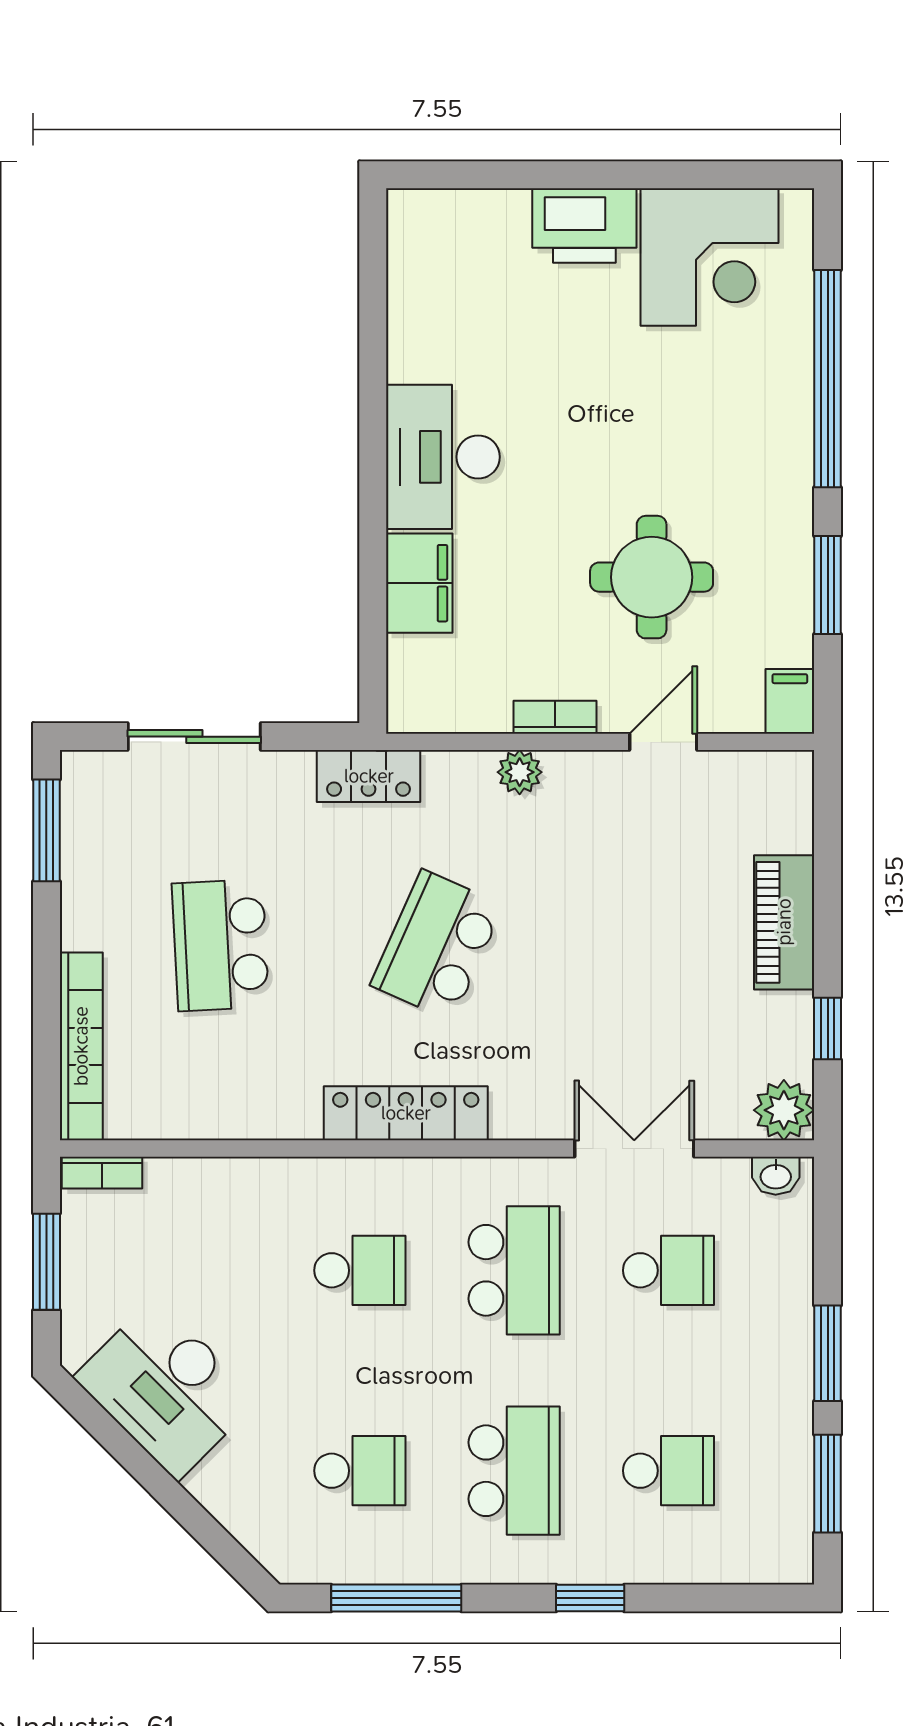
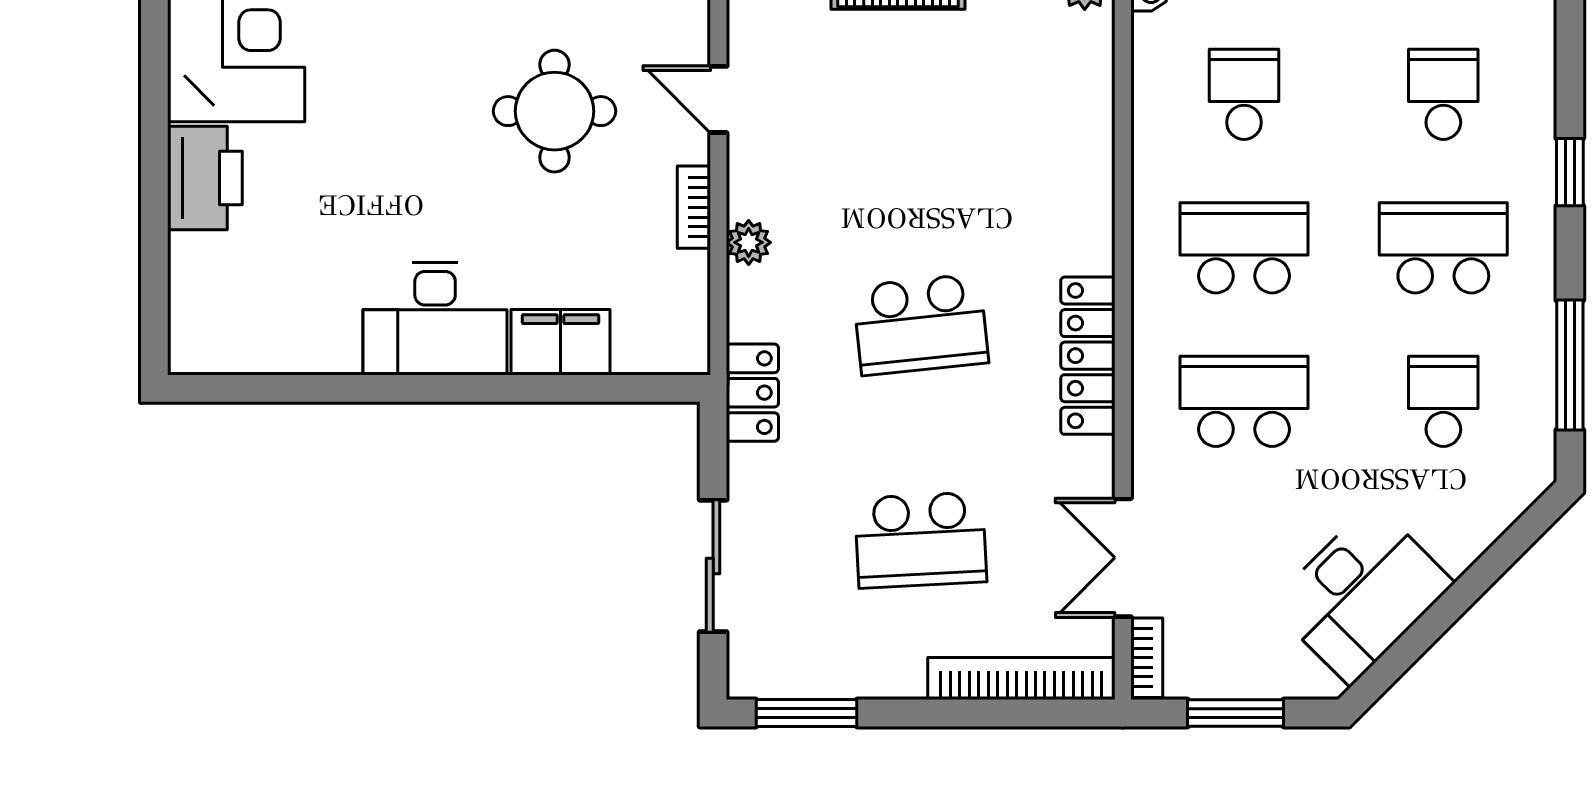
school desk: (437, 945) -> (921, 325), turned -30
double door: (634, 1148) -> (1123, 558), moved
school desk: (360, 1270) -> (1244, 401), width x1.85

